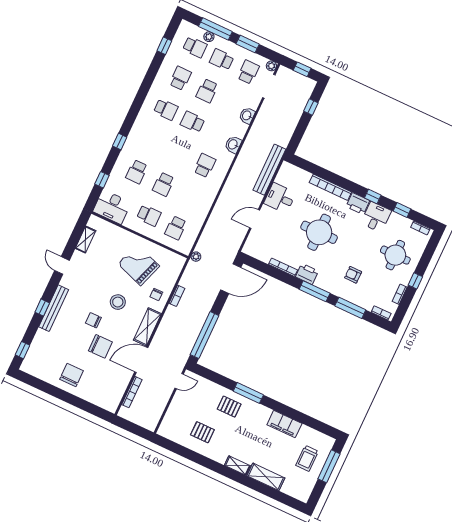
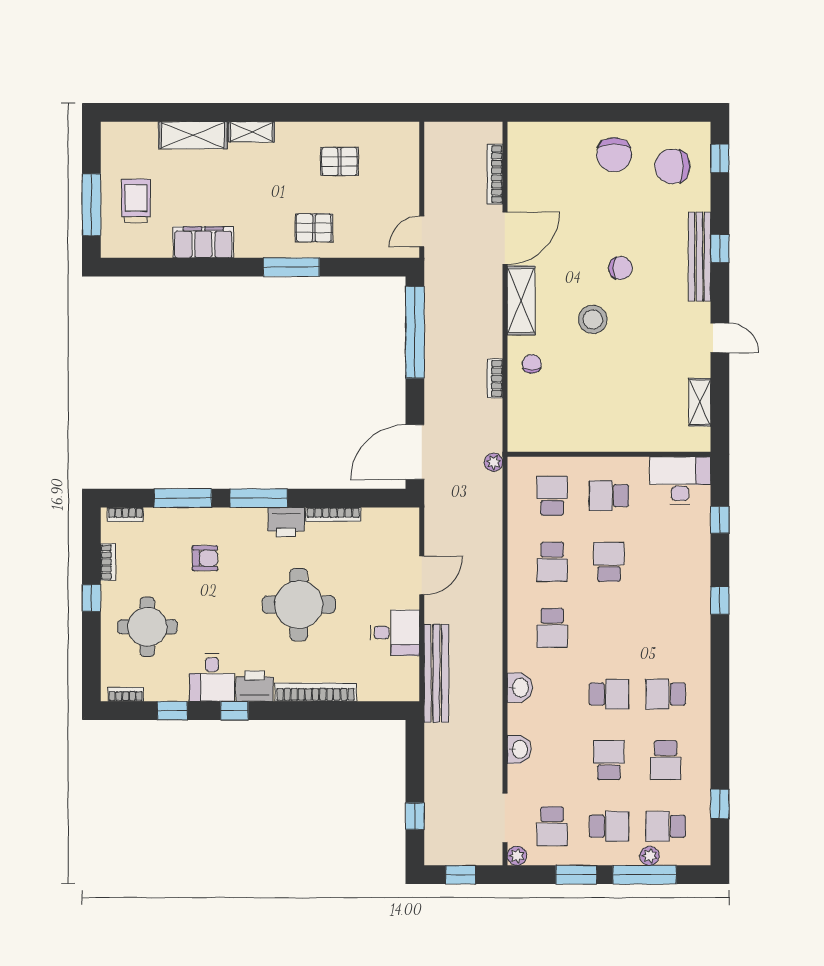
school desk: (137, 172) -> (552, 562), moved, turned 180
grand piano: (139, 265) -> (586, 401), removed
chair: (100, 346) -> (672, 166), moved

